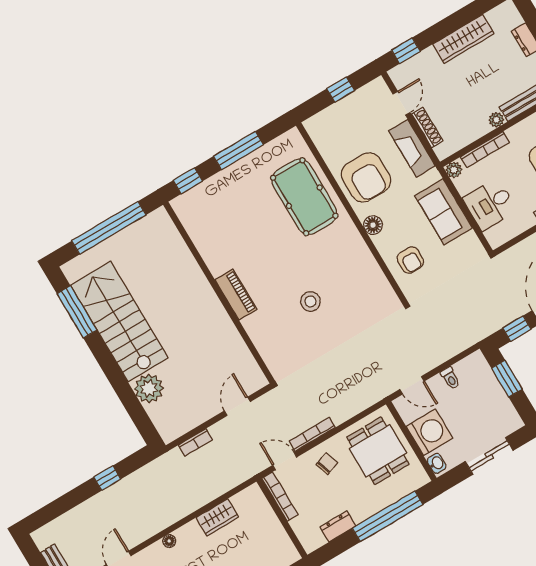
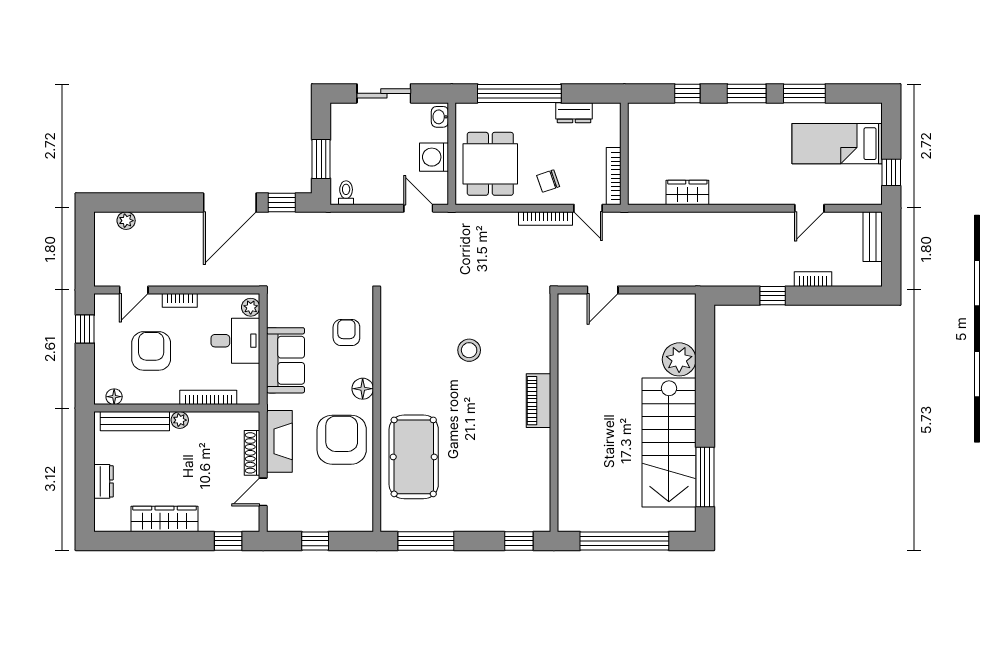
window: (238, 151) -> (426, 541), moved
plant: (454, 170) -> (251, 307), moved
toilet: (450, 378) -> (346, 193), moved
washing machine: (429, 432) -> (434, 157), width x0.73, depth x0.73
bookcase: (195, 442) -> (813, 279), moved
floor lamp: (169, 541) -> (749, 197), removed

